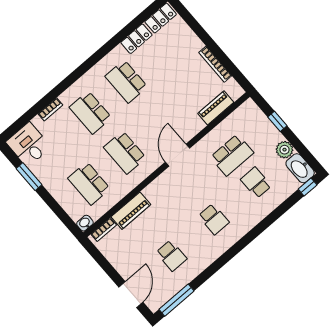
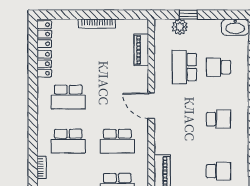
bookcase: (215, 64) -> (97, 24), moved
plant: (285, 150) -> (180, 27), moved
school desk: (232, 155) -> (184, 67), turned 180

